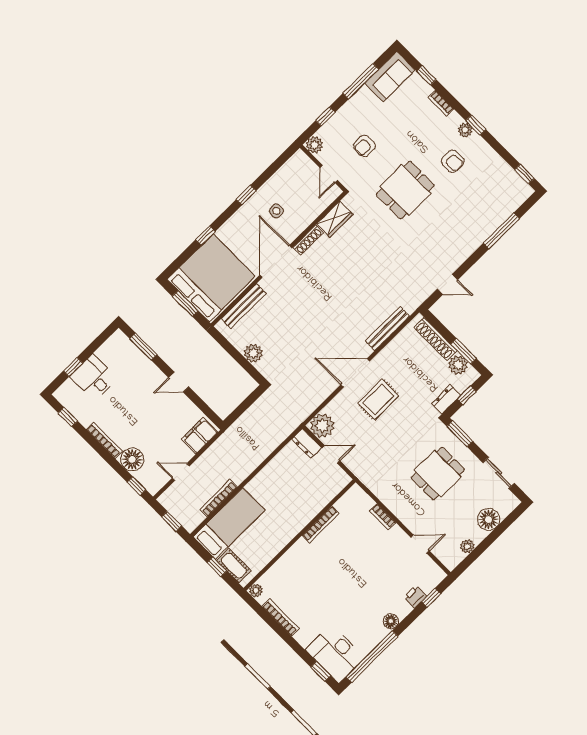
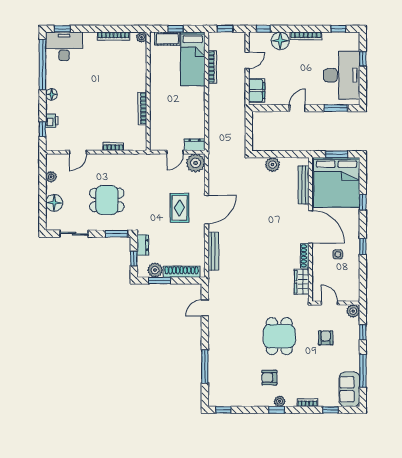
desk: (94, 378) -> (342, 75), width x1.87, depth x1.30
dining table: (438, 474) -> (107, 200), turned 90

